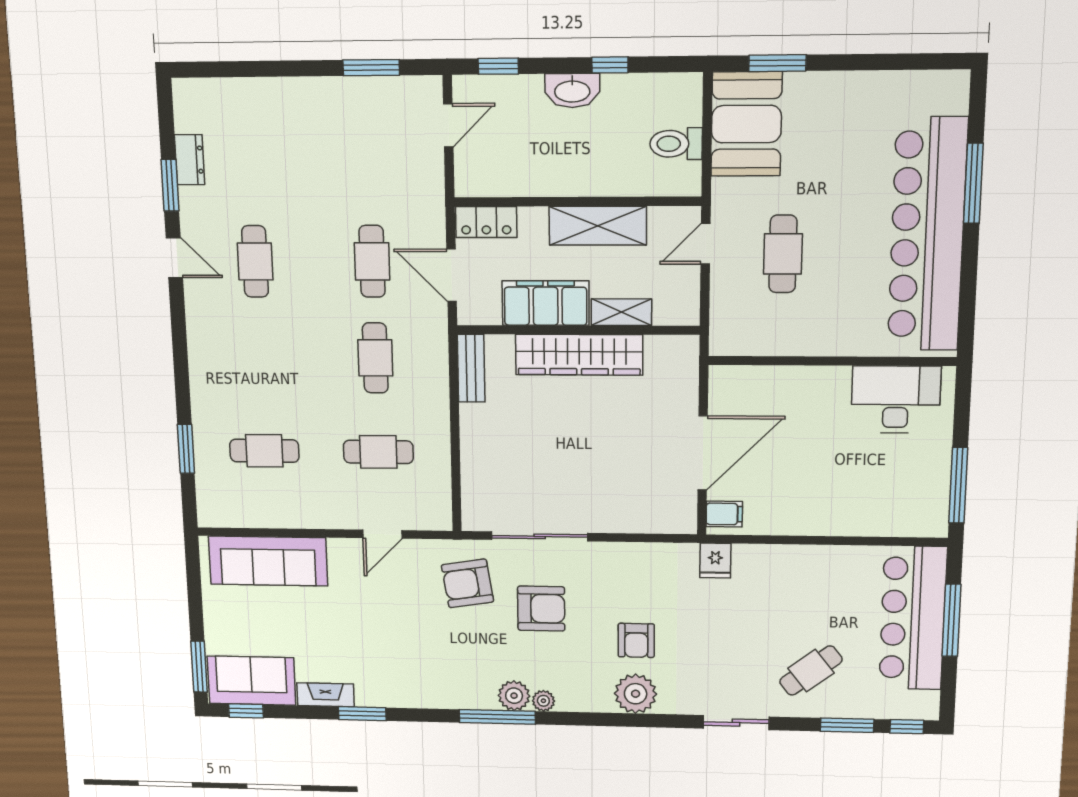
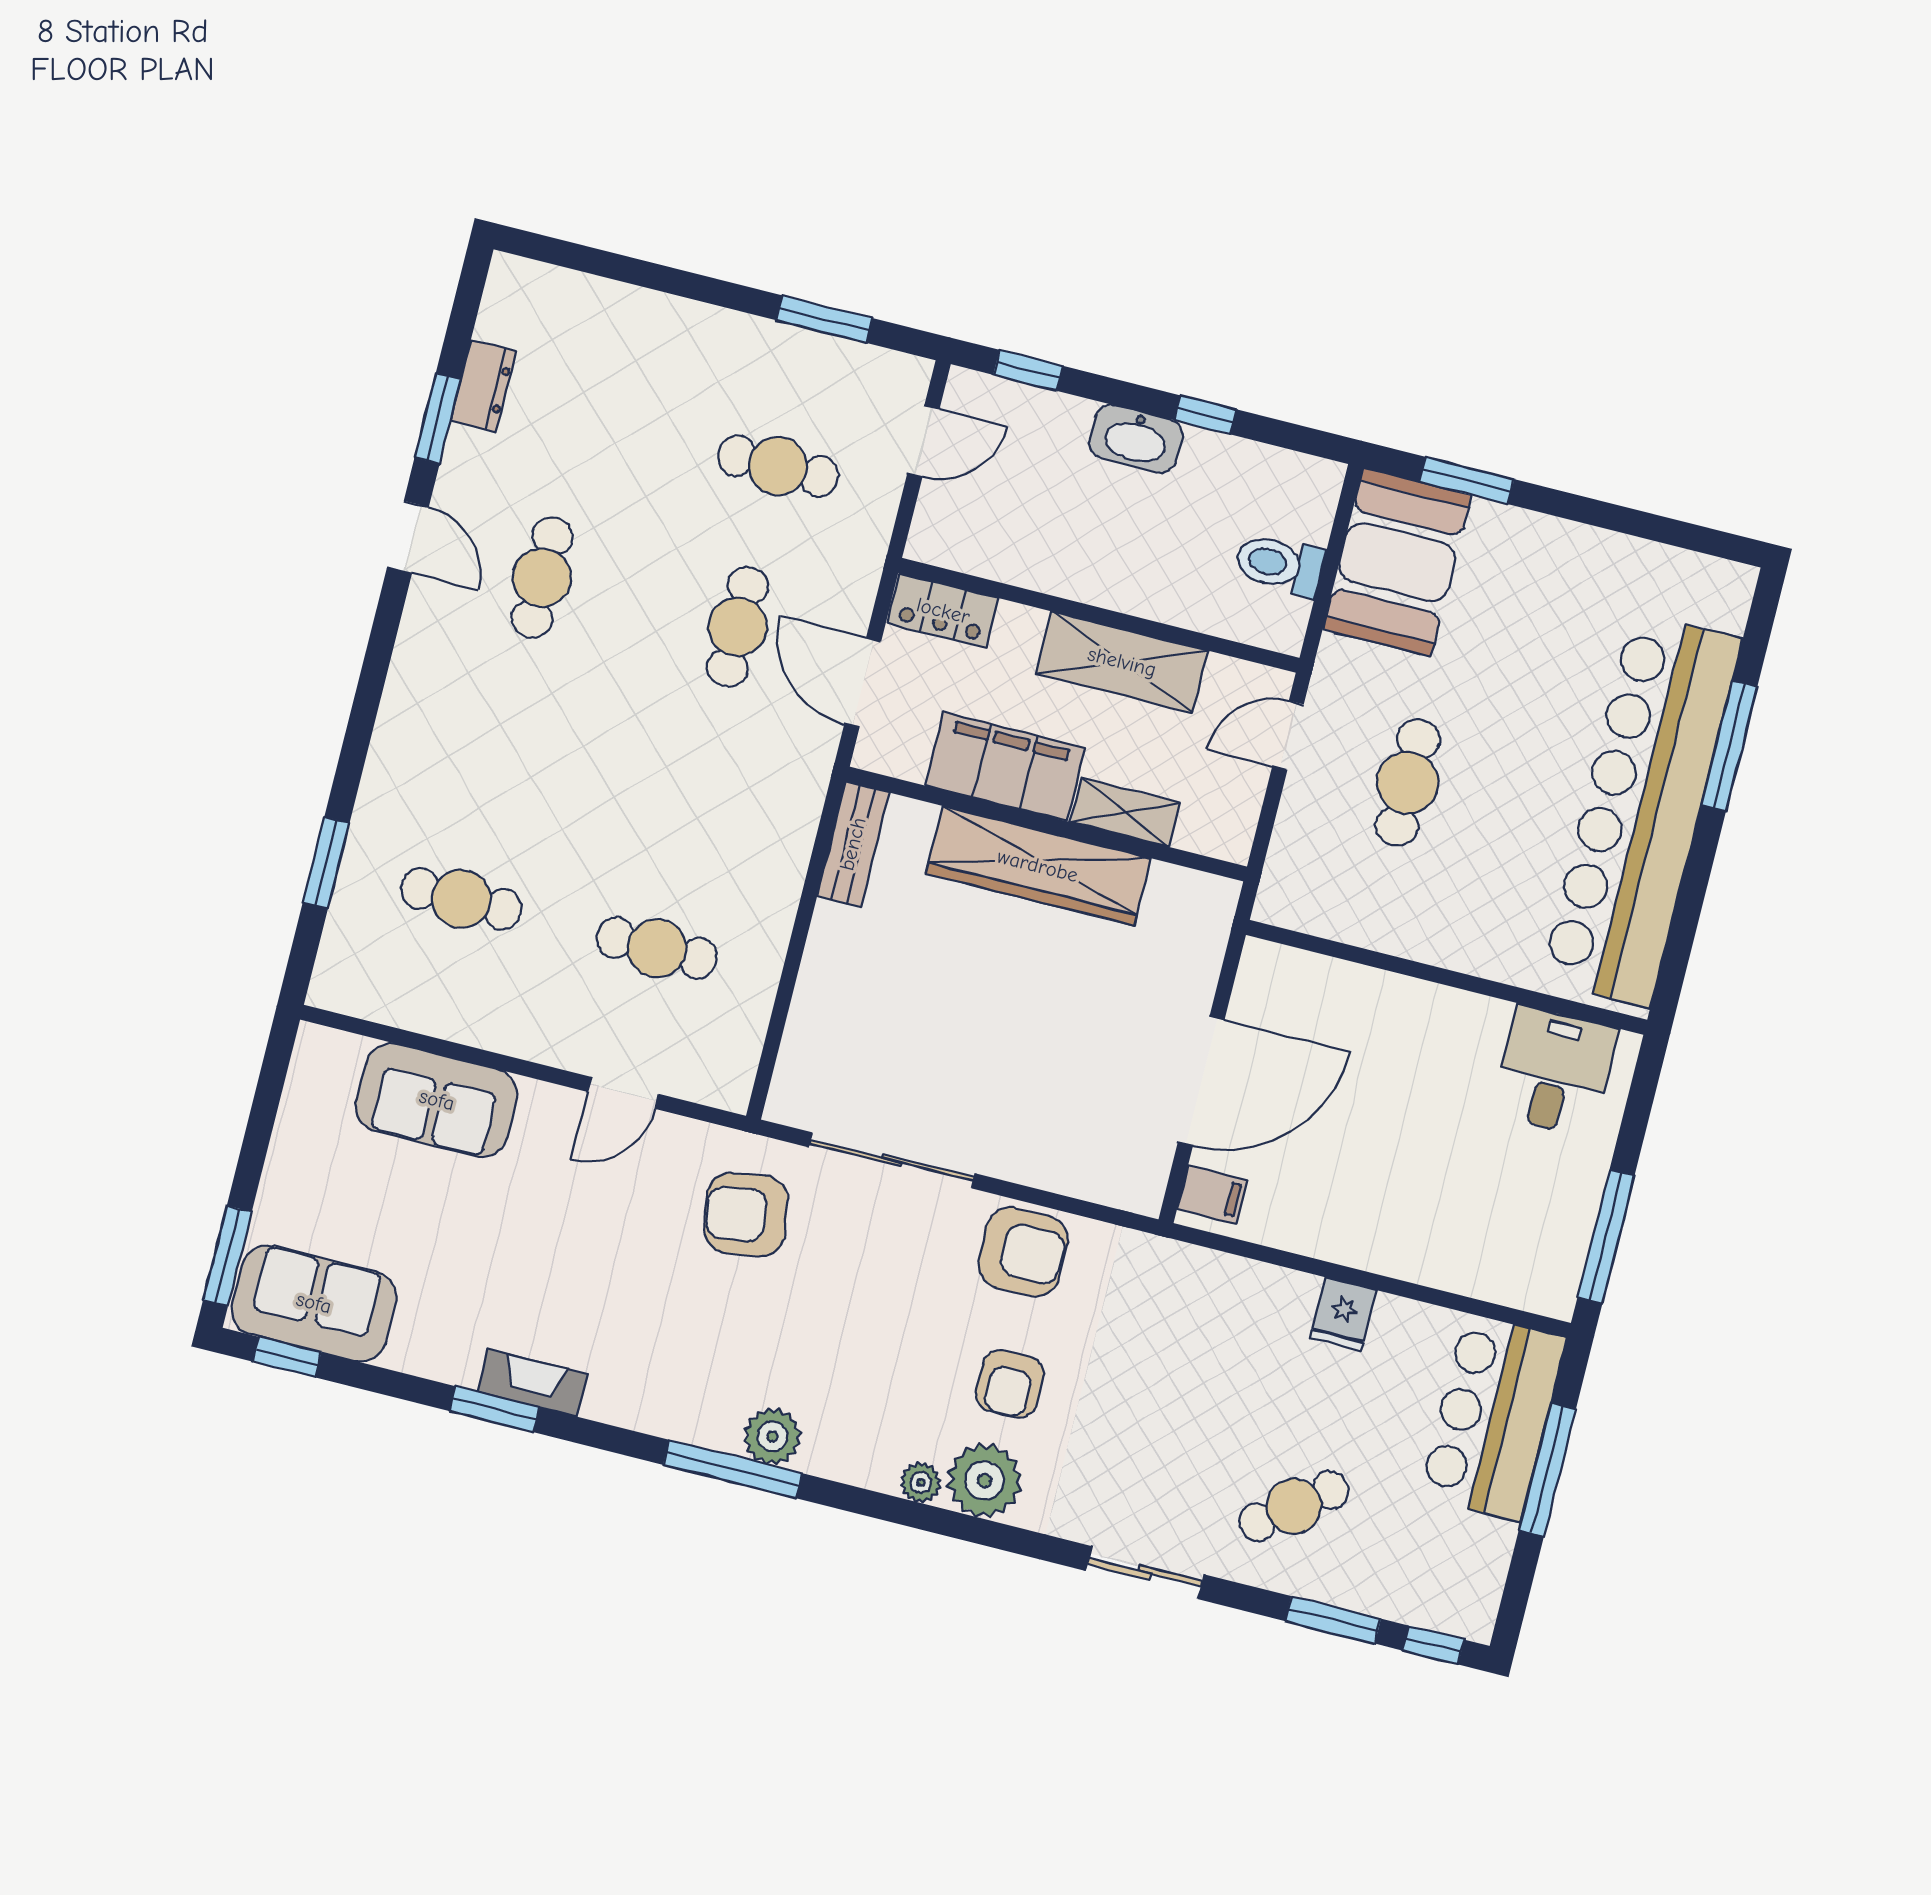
cafe table: (375, 358) -> (778, 466), moved, turned 90
desk: (896, 399) -> (1554, 1071), width x0.73
sofa: (268, 561) -> (437, 1100), width x0.73
fridge: (715, 561) -> (1343, 1314), moved
armchair: (541, 609) -> (1023, 1252), moved
bar counter: (913, 618) -> (1493, 1417), width x0.73
fireplace: (326, 695) -> (533, 1383), moved
plant: (543, 701) -> (921, 1482), moved

